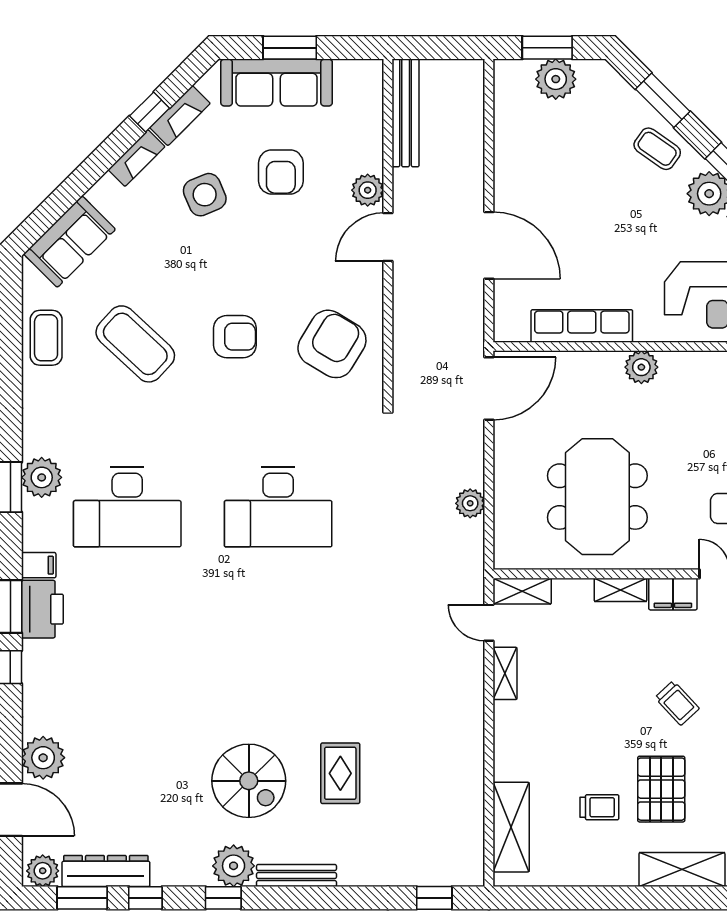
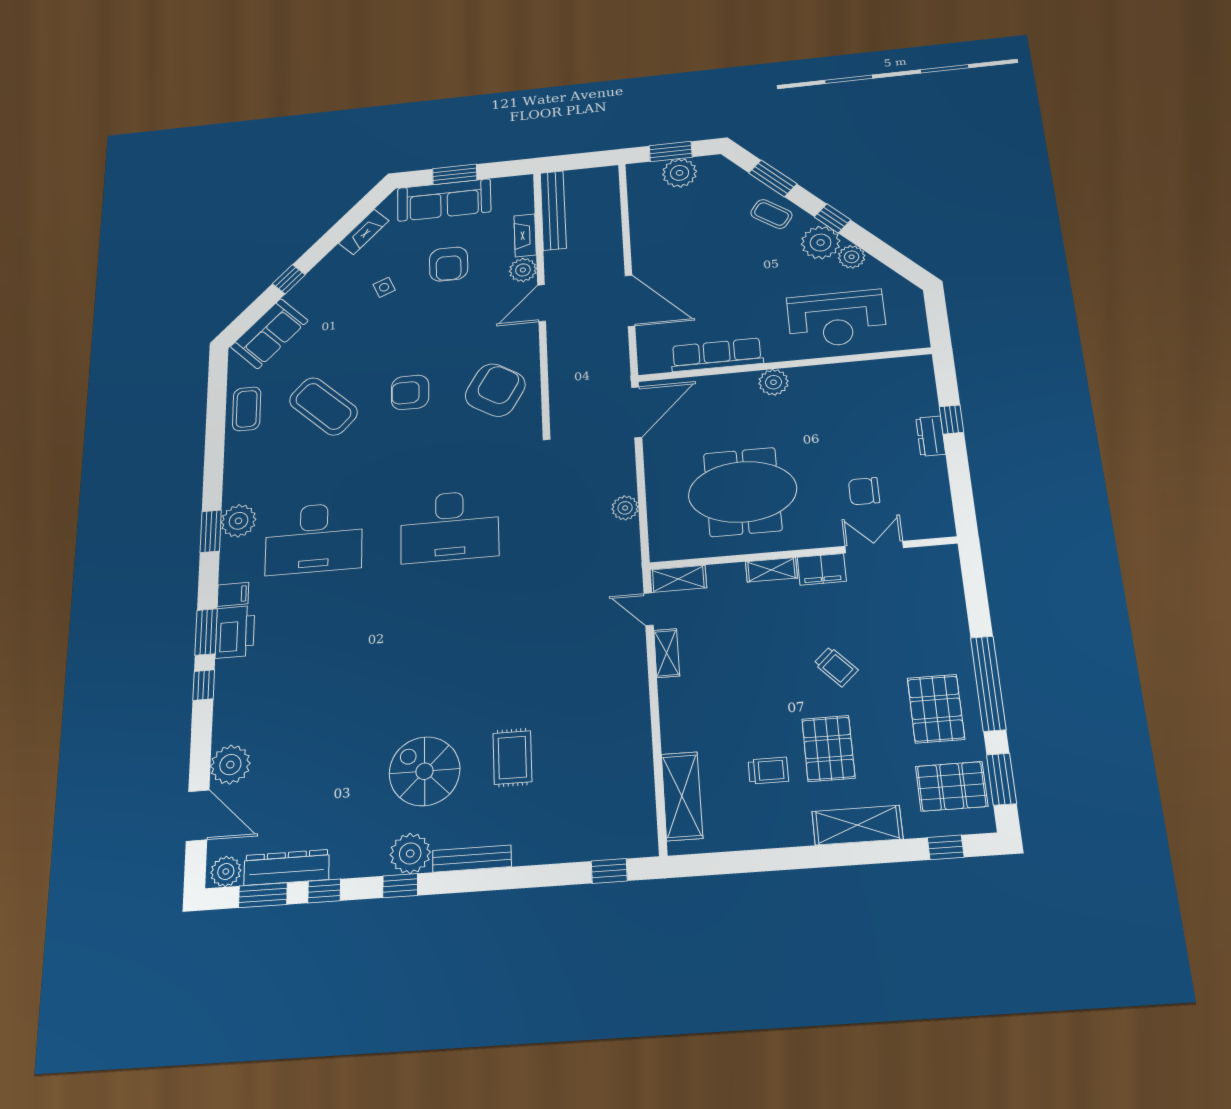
window: (150, 112) -> (289, 279), moved
fireplace: (136, 158) -> (525, 235), moved, turned 135
side table: (205, 195) -> (384, 287), width x0.54, depth x0.54
armchair: (235, 337) -> (410, 392), turned 180
meeting table: (597, 497) -> (743, 492), turned 90
spiral stairs: (249, 781) -> (425, 771), turned 180

